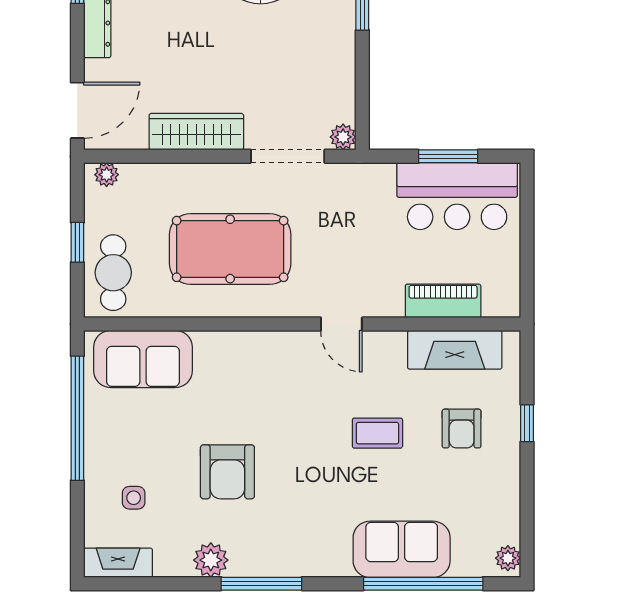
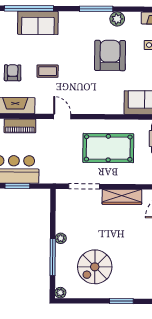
plant: (343, 137) -> (61, 238), moved
armchair: (227, 472) -> (110, 55), width x1.36, depth x1.36

